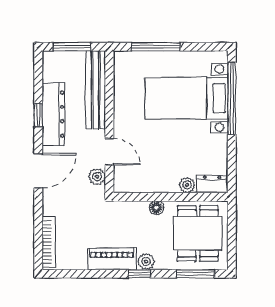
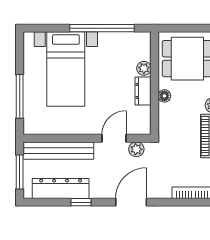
window: (232, 98) -> (102, 28), moved
dresser: (53, 114) -> (61, 189), moved
door: (38, 171) -> (131, 202), hinge flipped
dresser: (212, 184) -> (143, 91), moved

